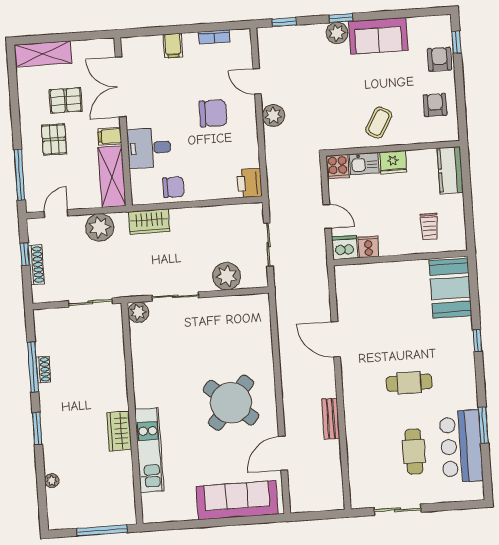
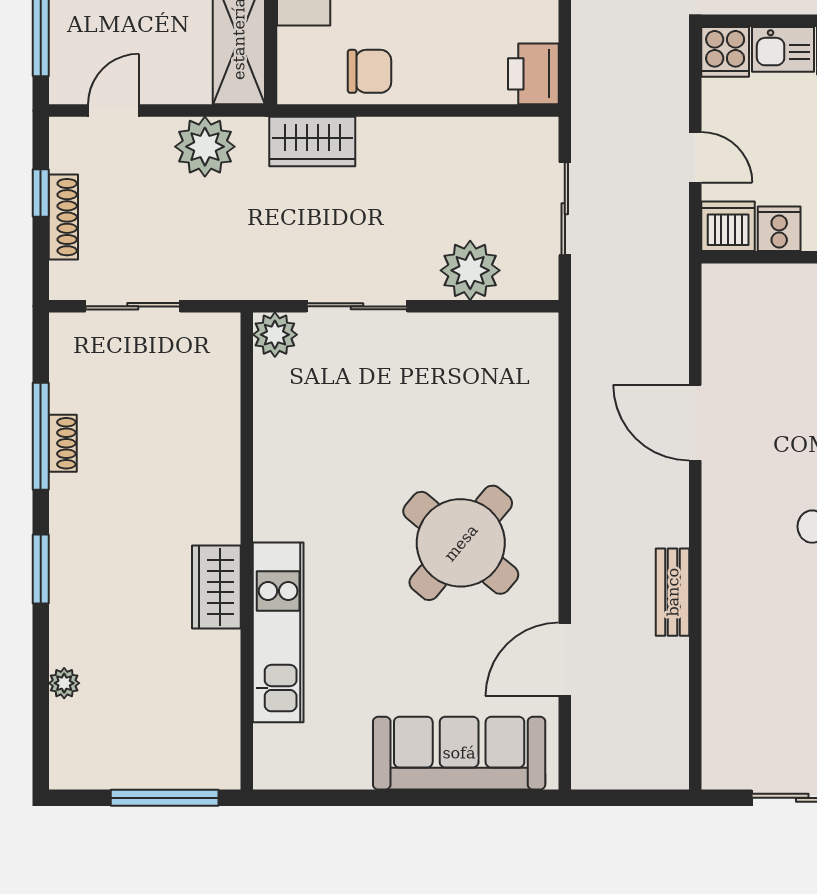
sliding door: (90, 302) -> (133, 306), moved

